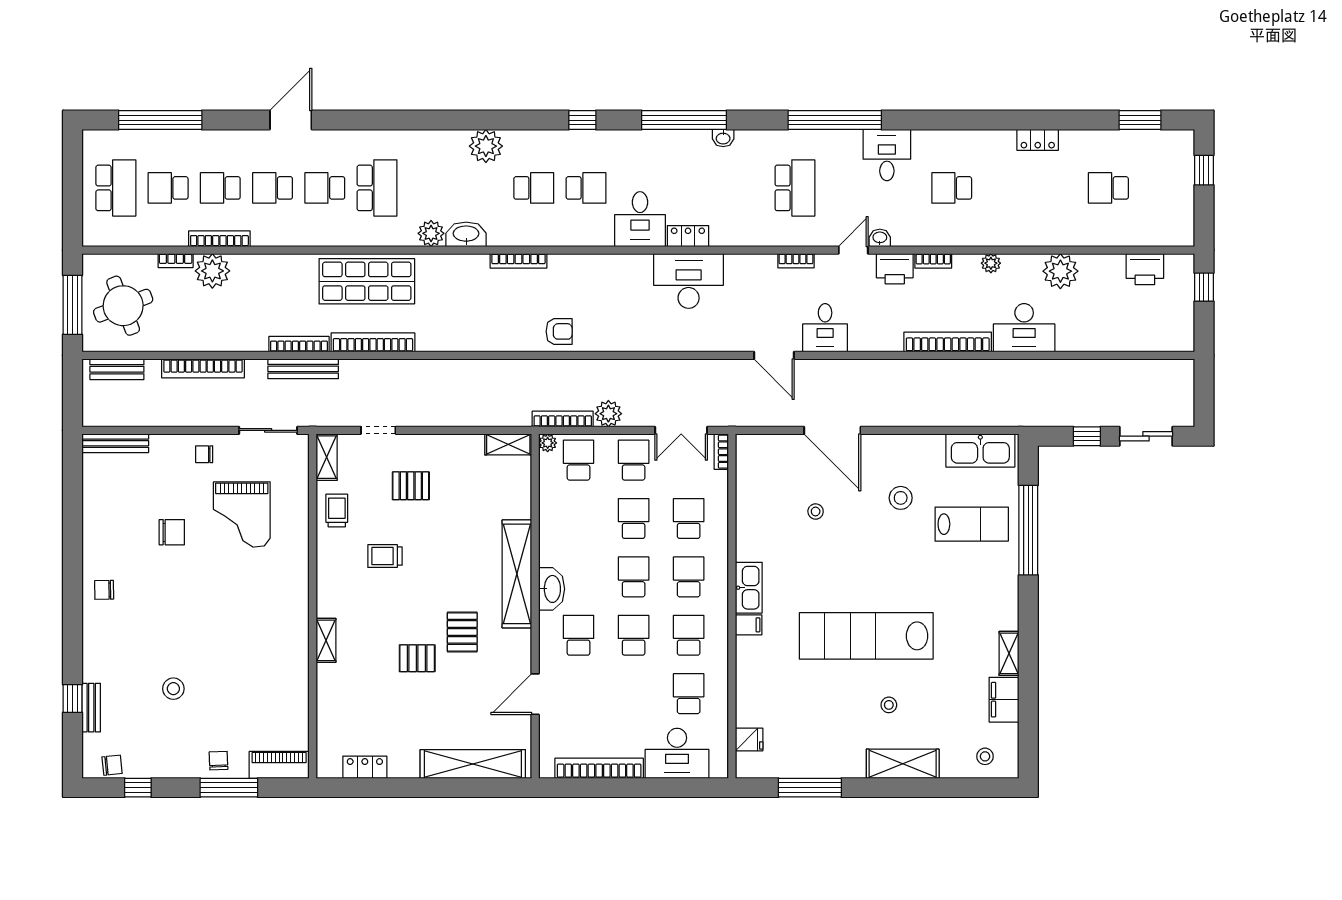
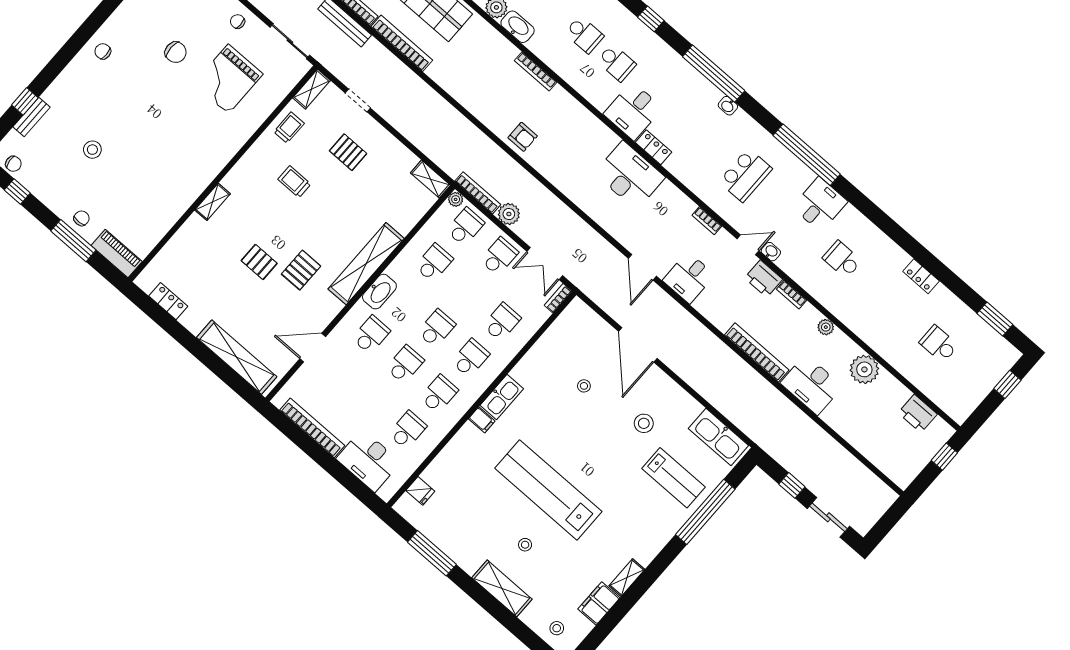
school desk: (634, 519) -> (434, 263), moved

